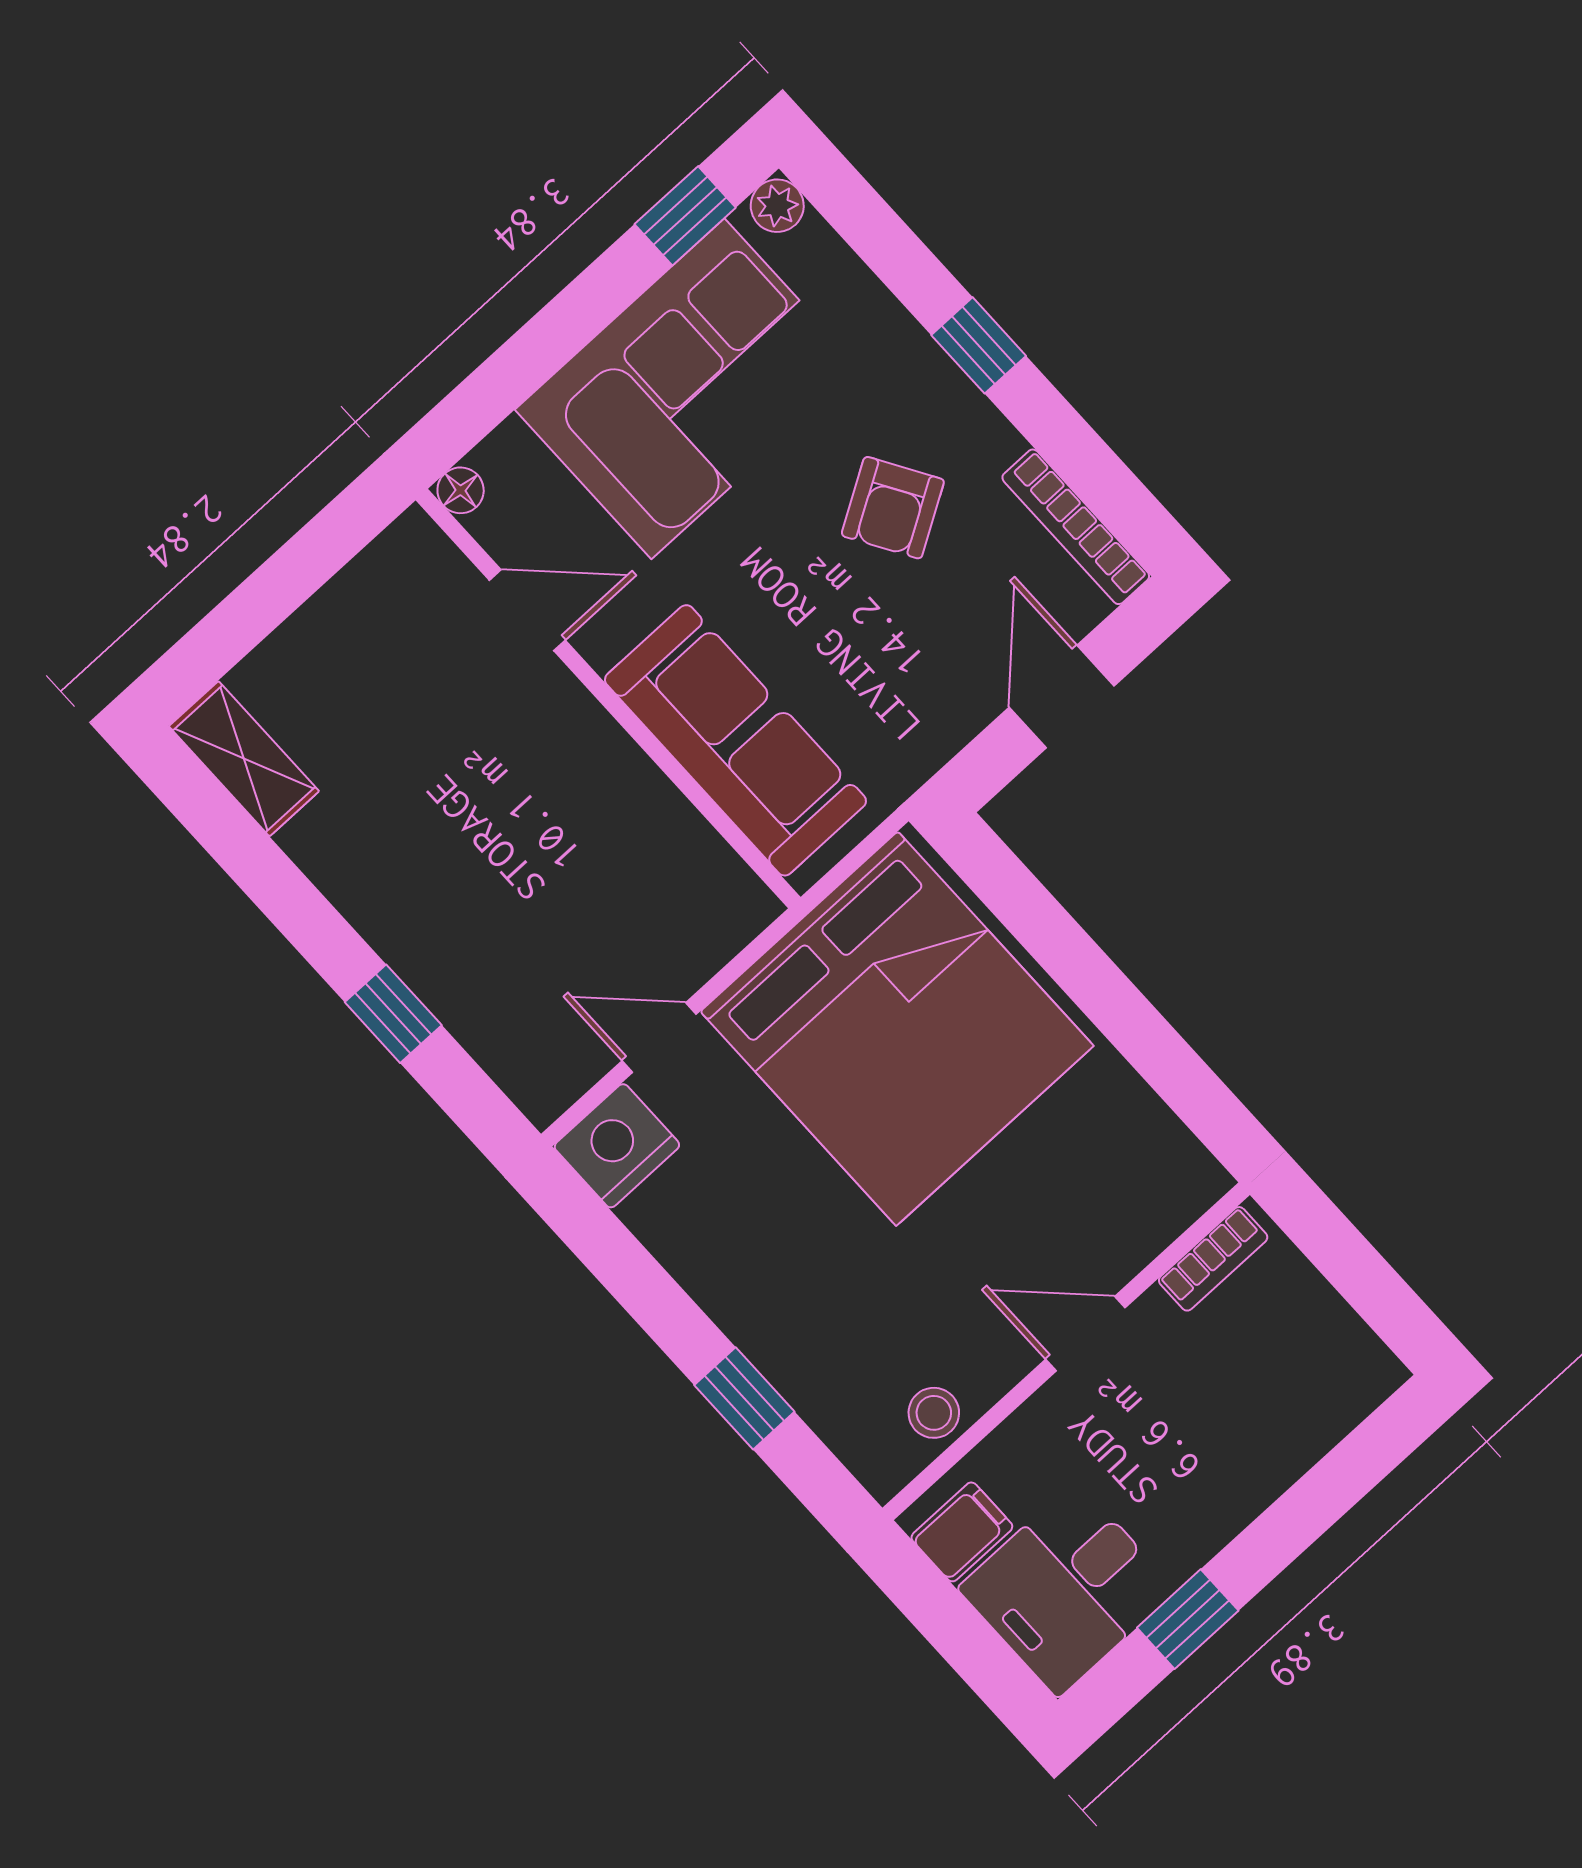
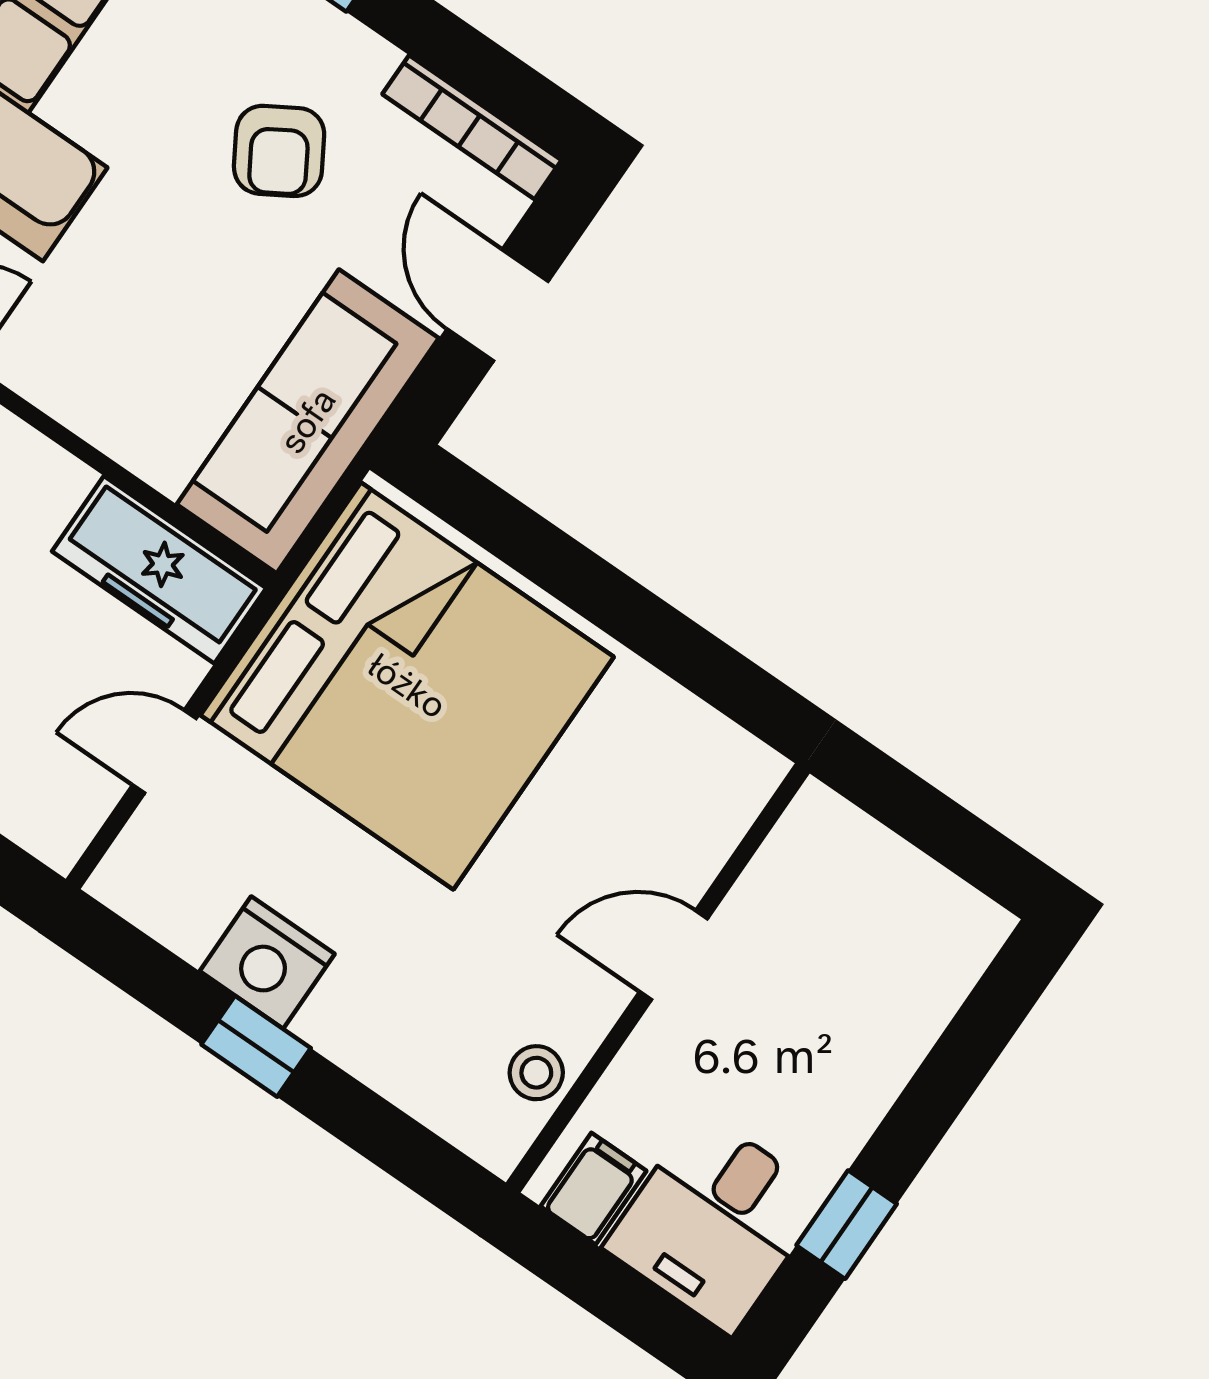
sofa: (735, 740) -> (308, 421), moved, turned -90
freezer: (693, 868) -> (159, 570), added
nightstand: (617, 1146) -> (267, 963), moved, turned -90
bookcase: (1213, 1259) -> (787, 848), removed
window: (744, 1398) -> (256, 1046), moved

